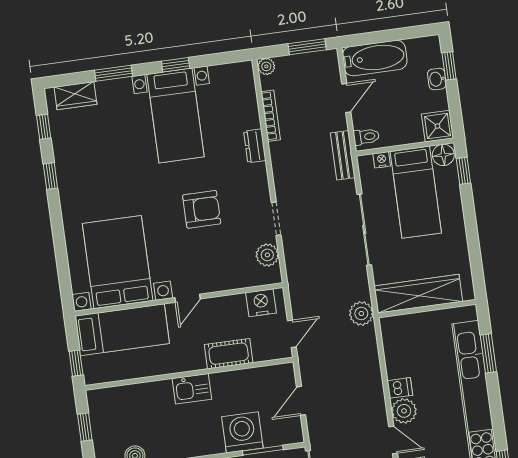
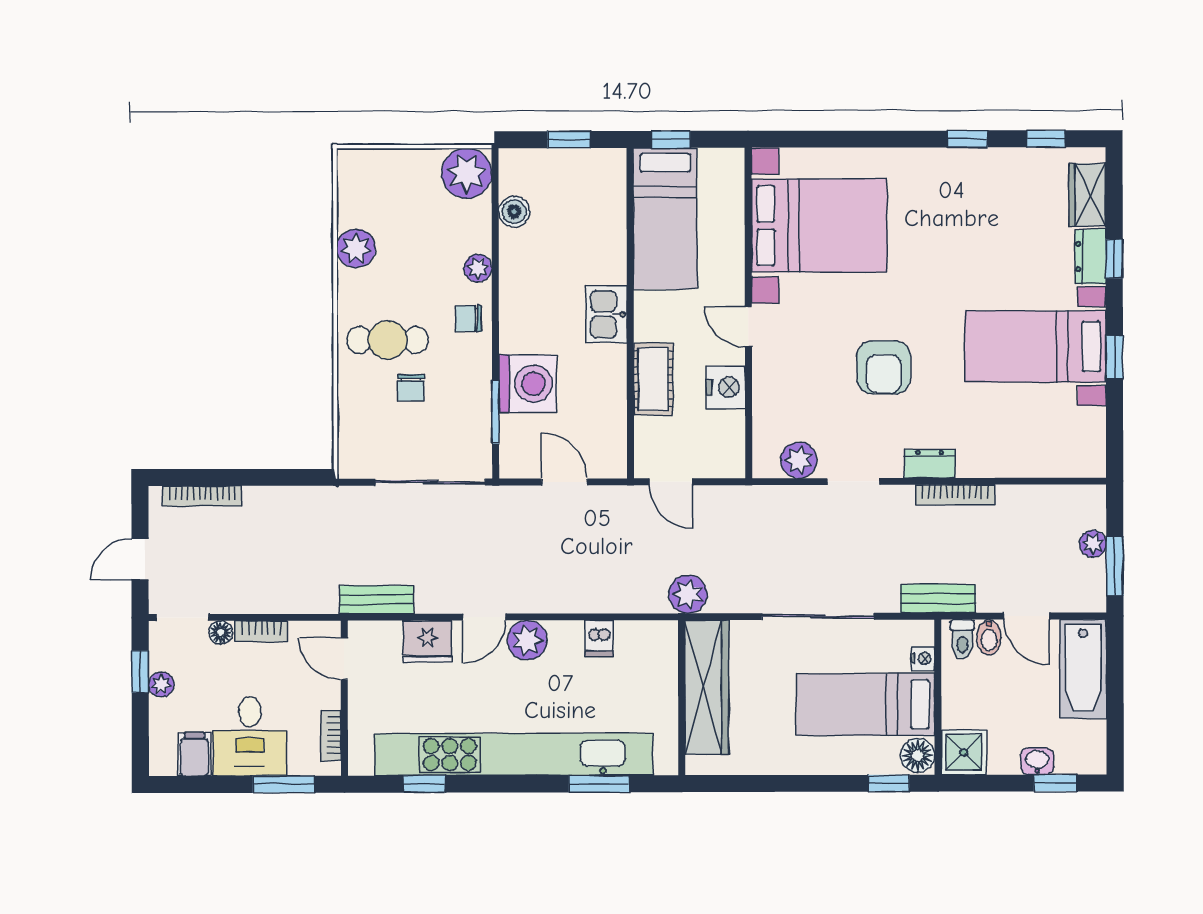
plant: (266, 66) -> (1093, 544), moved
window: (113, 73) -> (1114, 259), width x0.67
dresser: (114, 89) -> (1090, 257), added
bookcase: (271, 116) -> (955, 495), moved
bidet: (363, 120) -> (989, 637), added
dresser: (255, 146) -> (930, 464), moved
nightstand: (261, 303) -> (726, 387), moved
bed: (122, 330) -> (665, 218), moved
dishwasher: (400, 388) -> (599, 638), moved

